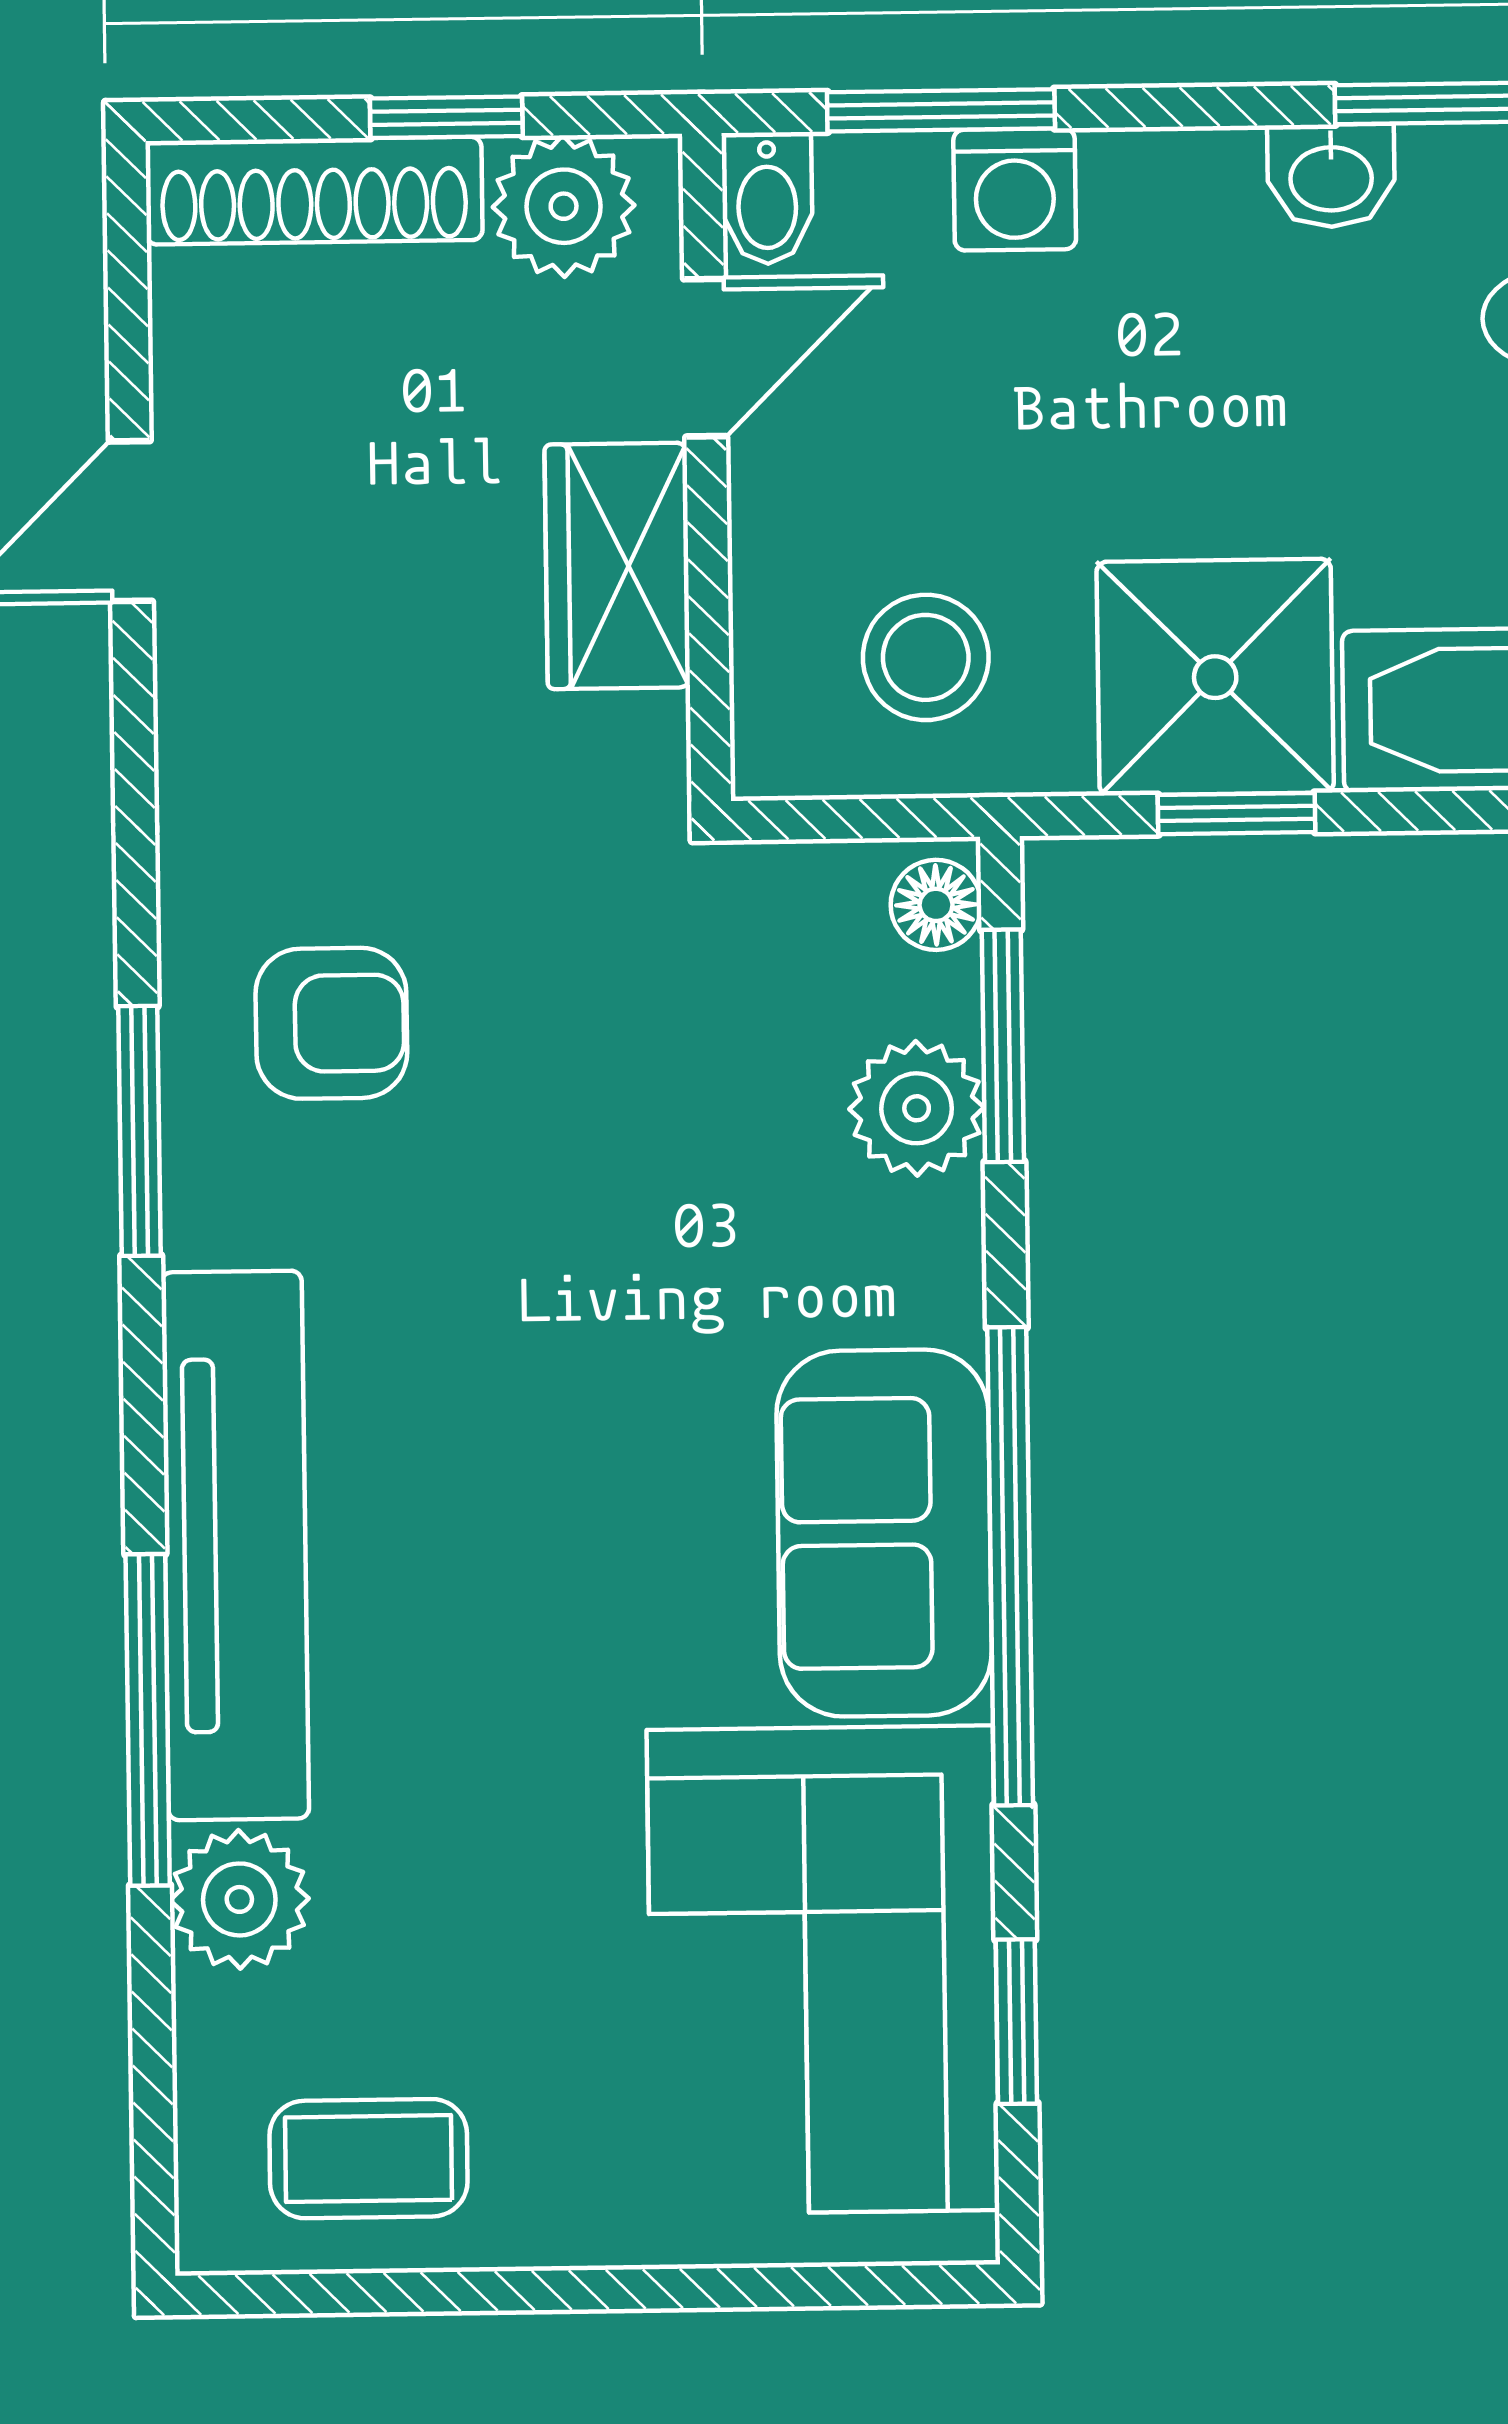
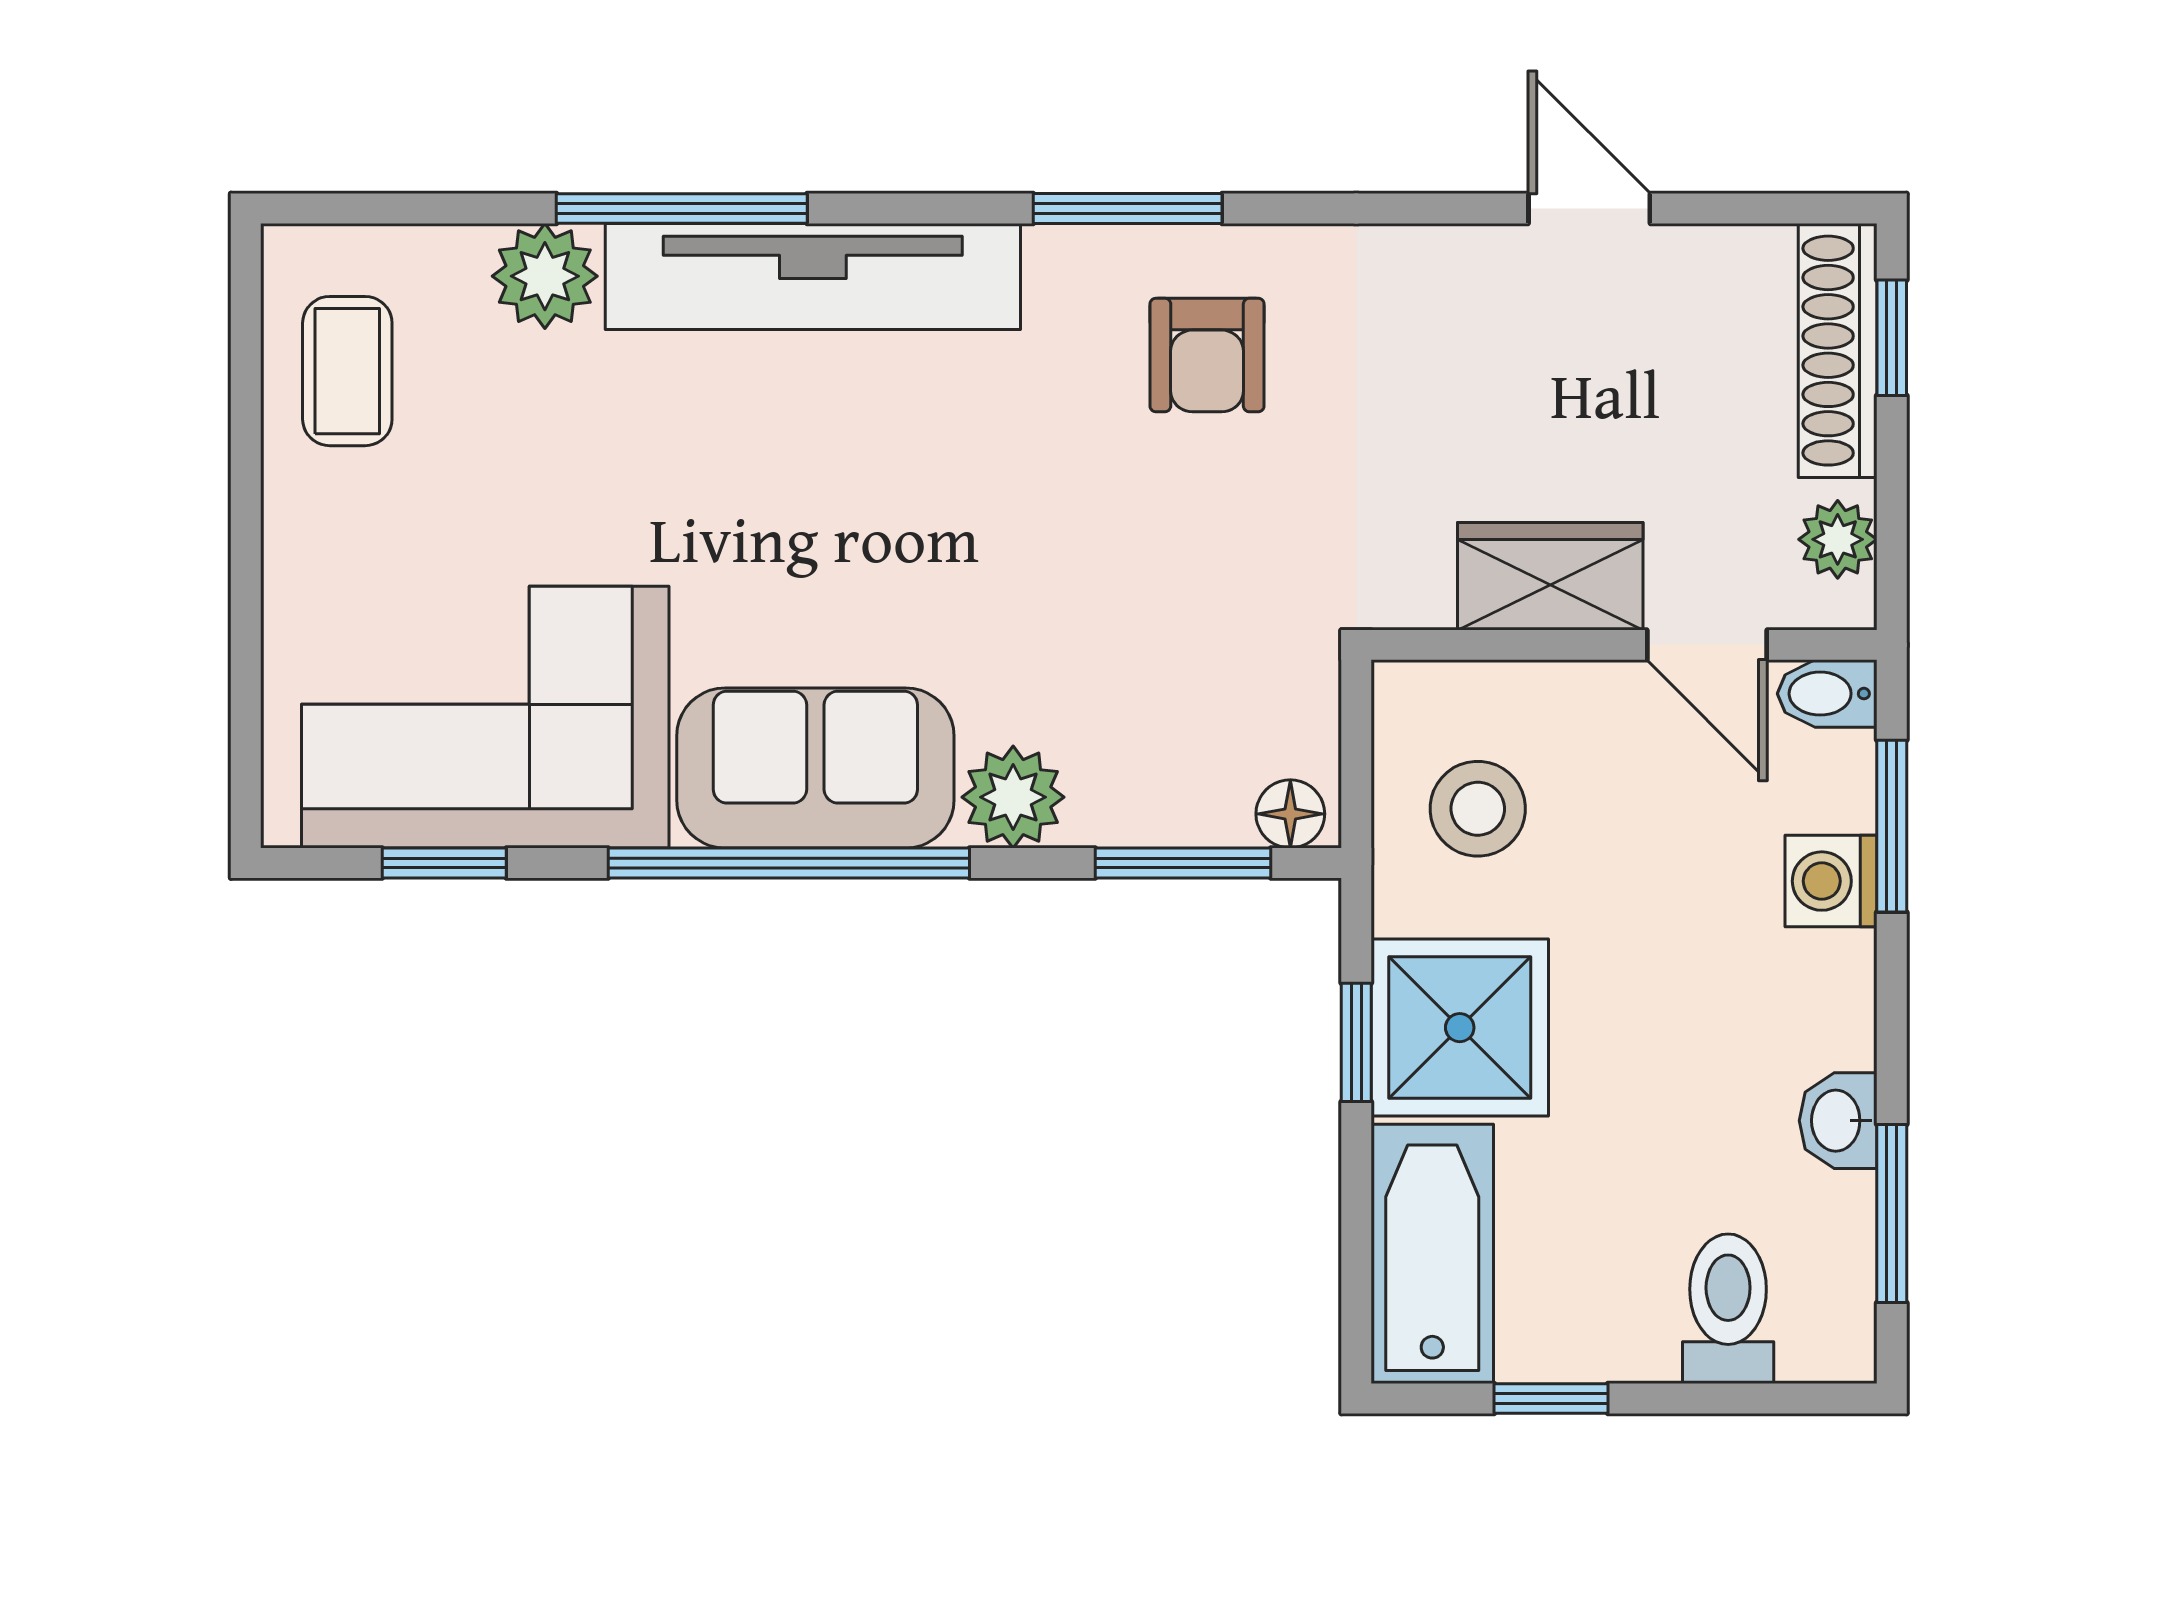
window: (446, 117) -> (1892, 338), moved
plant: (564, 206) -> (1838, 539), width x0.73, depth x0.73
plant: (917, 1108) -> (1013, 797), moved

